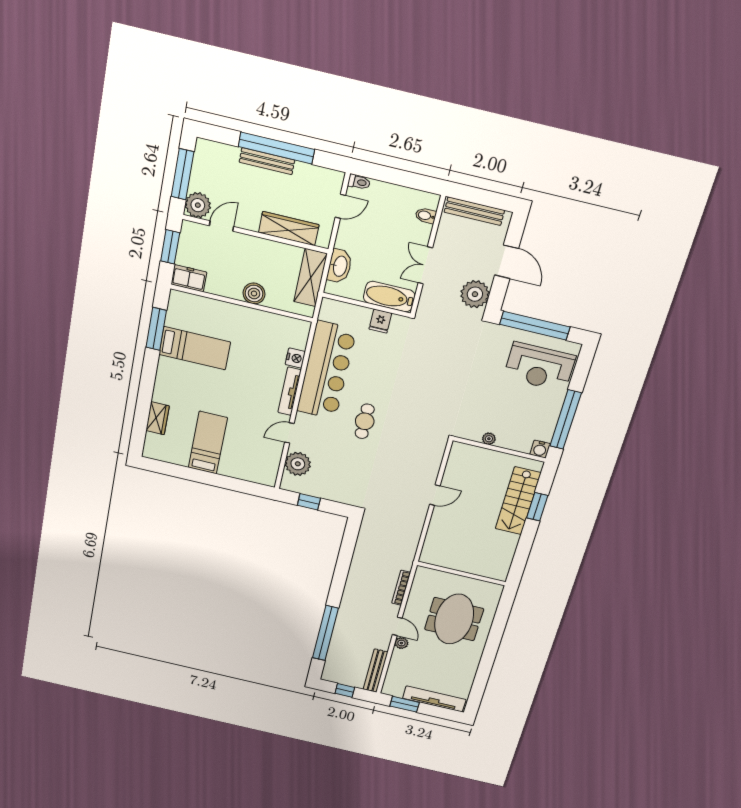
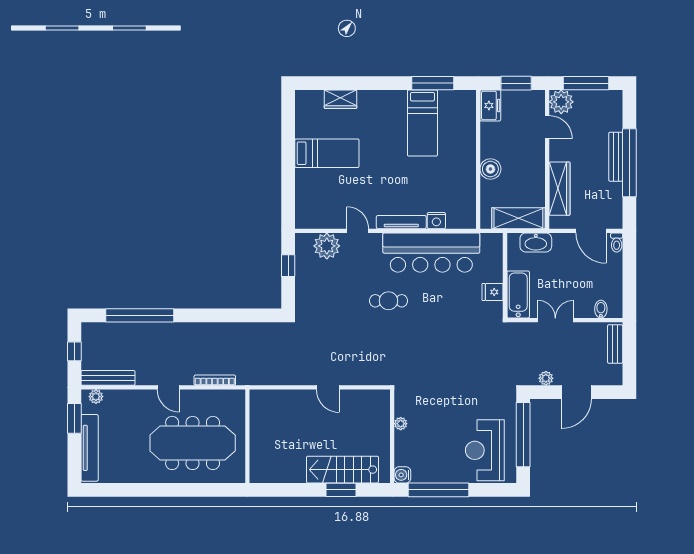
door: (340, 206) -> (591, 231), width x1.38
bench: (474, 211) -> (615, 344), width x0.73
plant: (475, 294) -> (546, 378), width x0.53, depth x0.53
meeting table: (454, 619) -> (193, 443), width x1.36
door: (397, 626) -> (168, 387), hinge flipped
plant: (401, 643) -> (96, 397), moved

